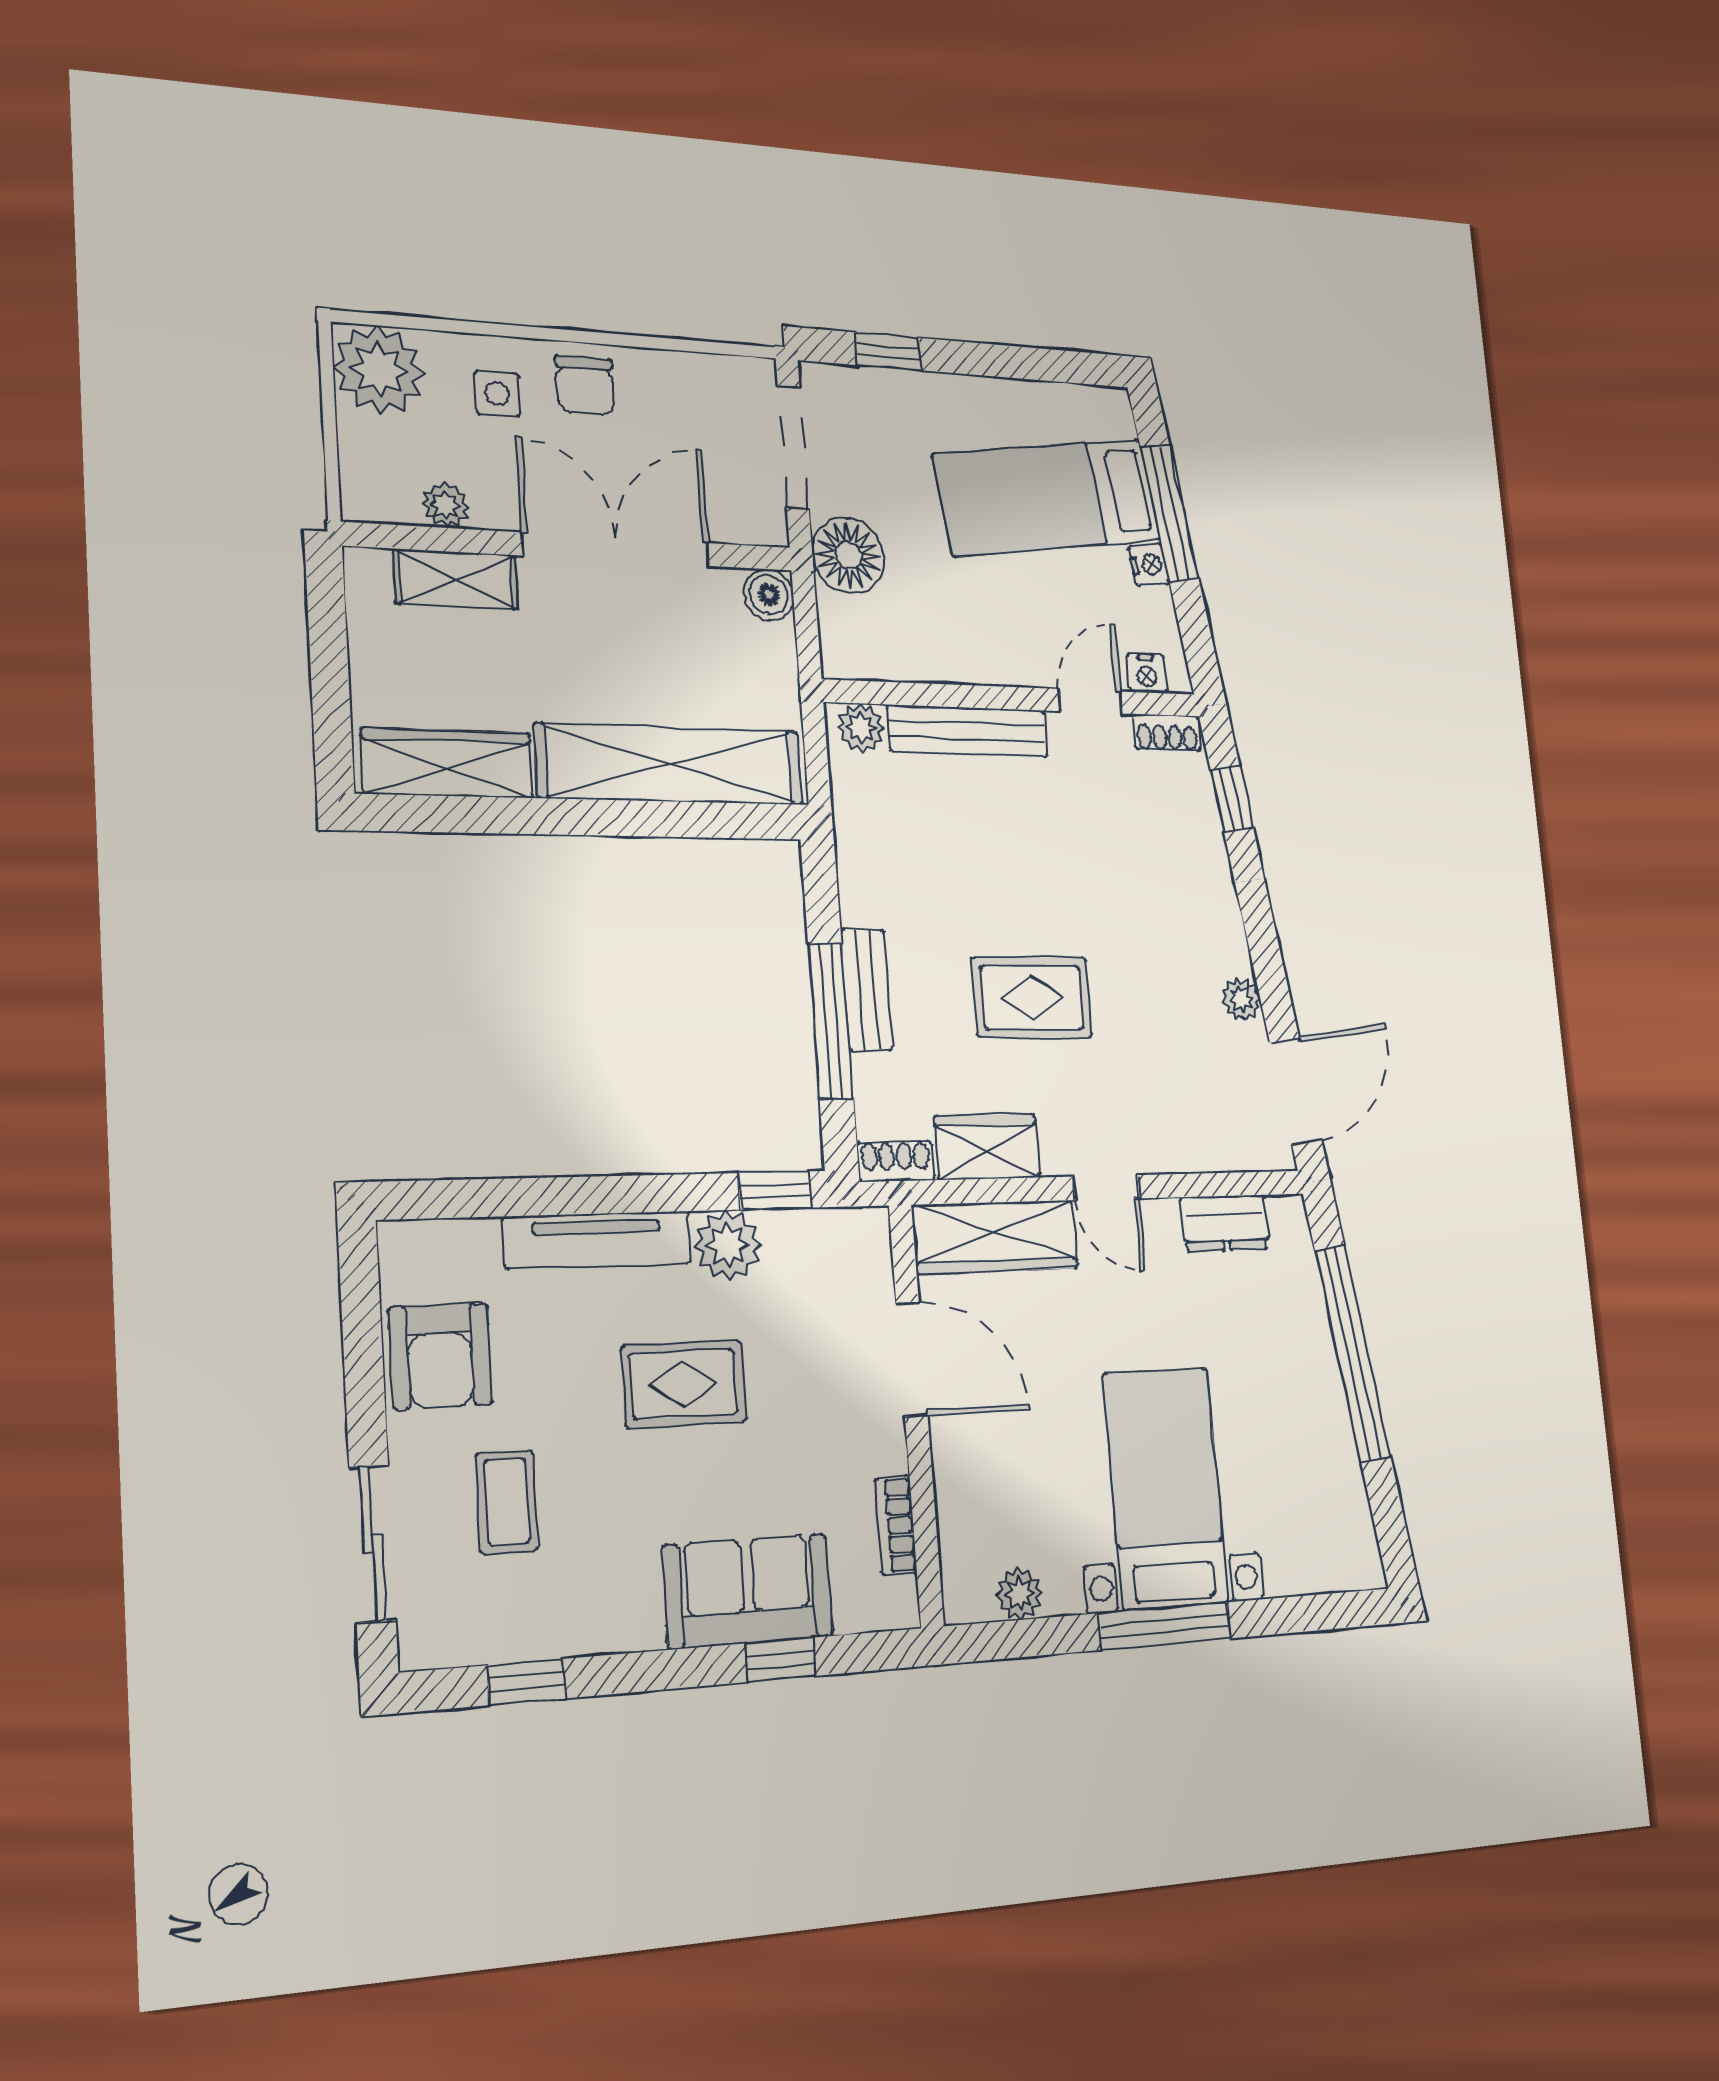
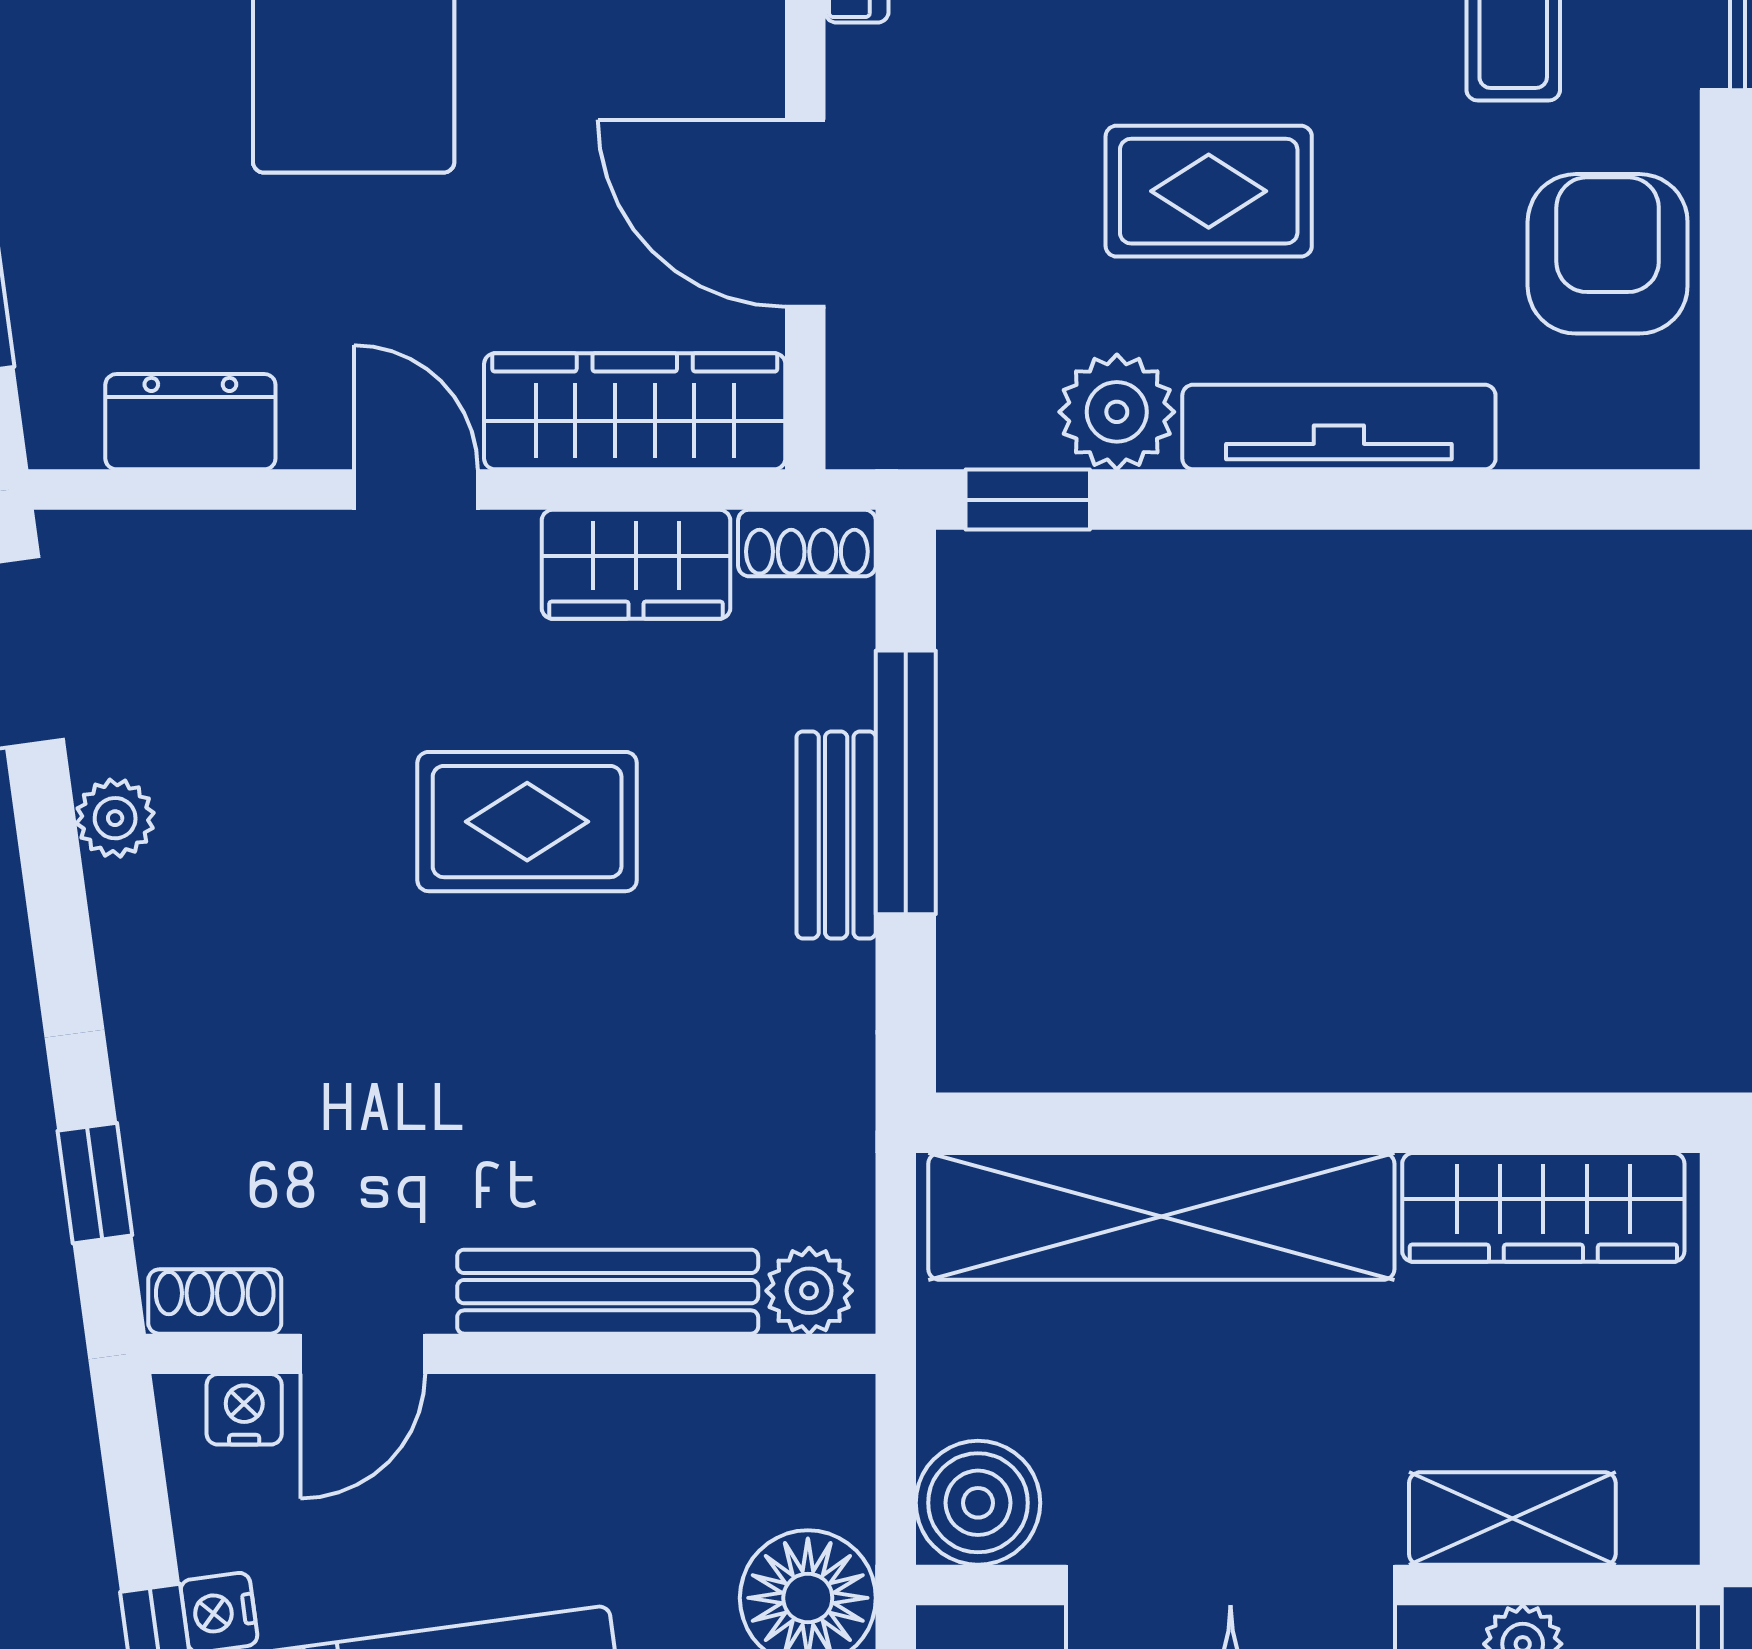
boiler: (769, 595) -> (978, 1503), width x1.36, depth x1.36

